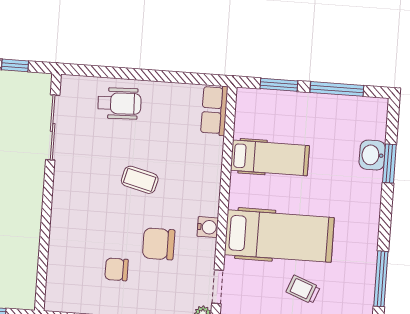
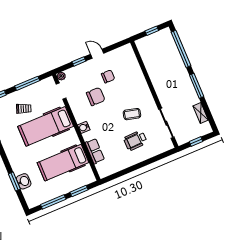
wheelchair: (119, 103) -> (135, 140), moved
row of seats: (214, 110) -> (95, 151), moved
hospital bed: (270, 158) -> (63, 163), width x1.37, depth x1.29
coffee table: (140, 180) -> (132, 114), moved
water cooler: (208, 227) -> (84, 127), moved

